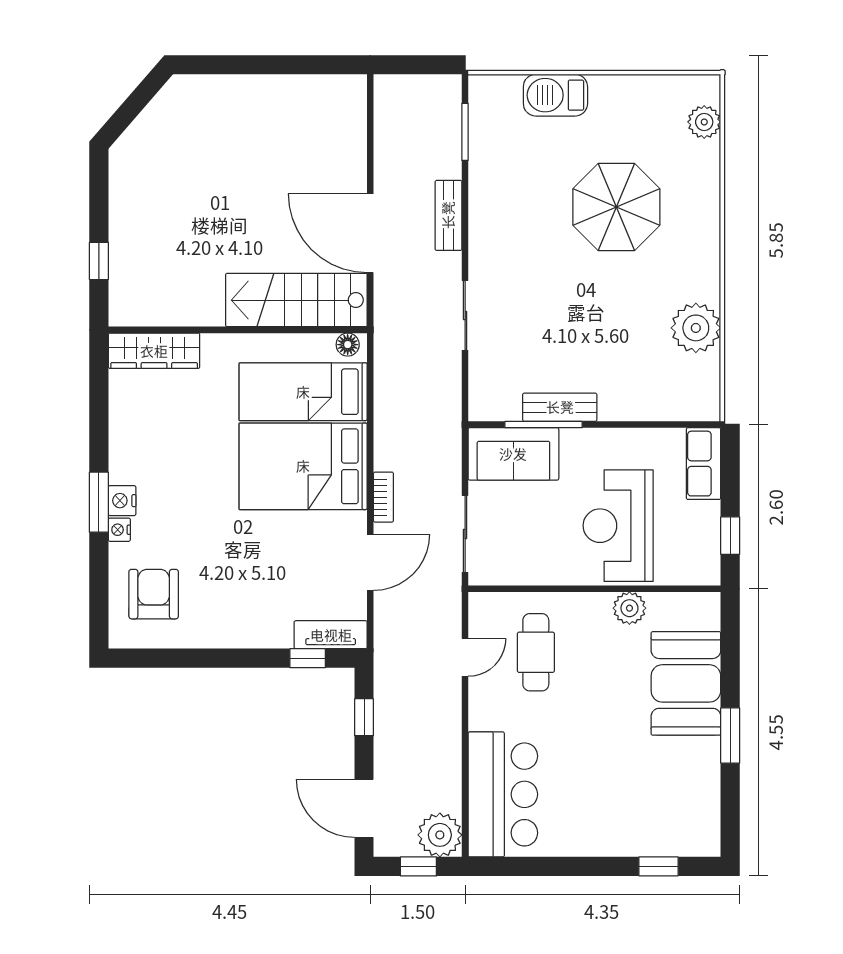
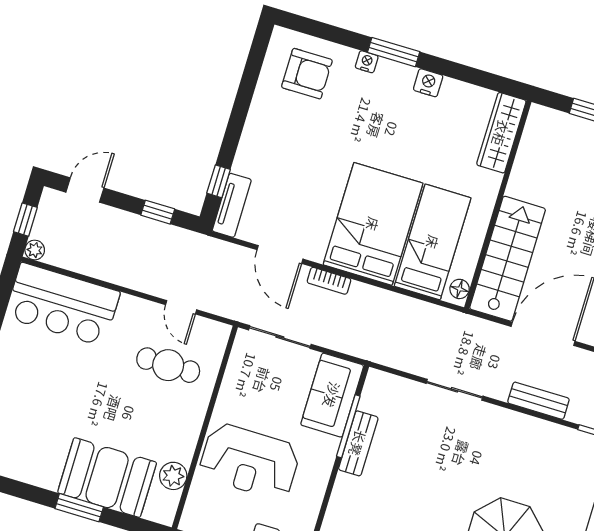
nightstand: (122, 501) -> (428, 83), moved
reception desk: (618, 526) -> (250, 461), turned 180
plant: (629, 608) -> (173, 476), moved
window: (730, 736) -> (79, 508), moved
door: (364, 808) -> (85, 190), width x0.73
plant: (440, 835) -> (35, 250), width x0.53, depth x0.53

